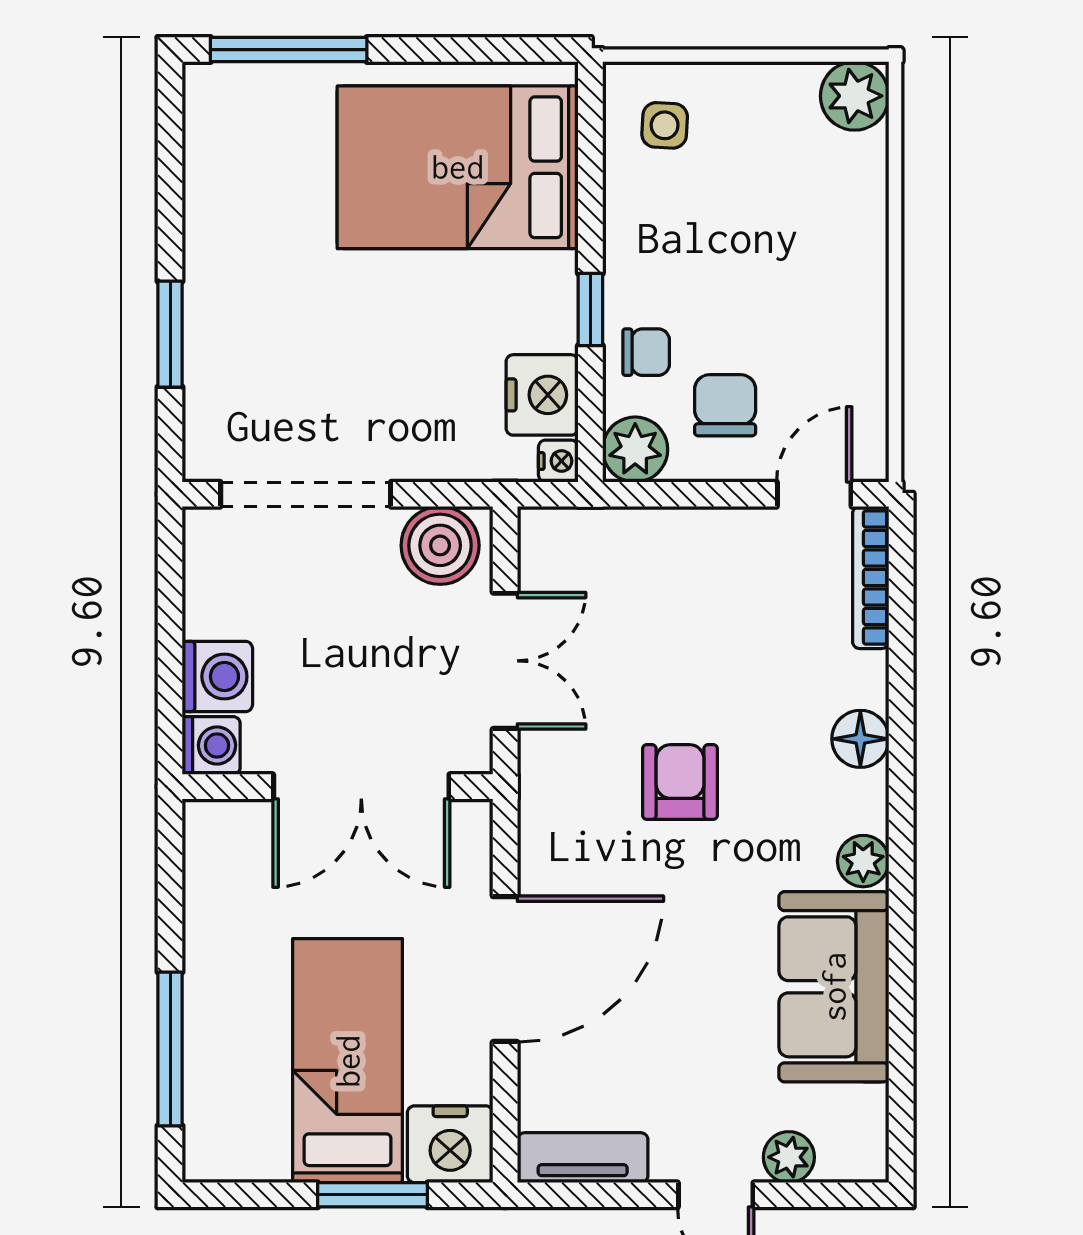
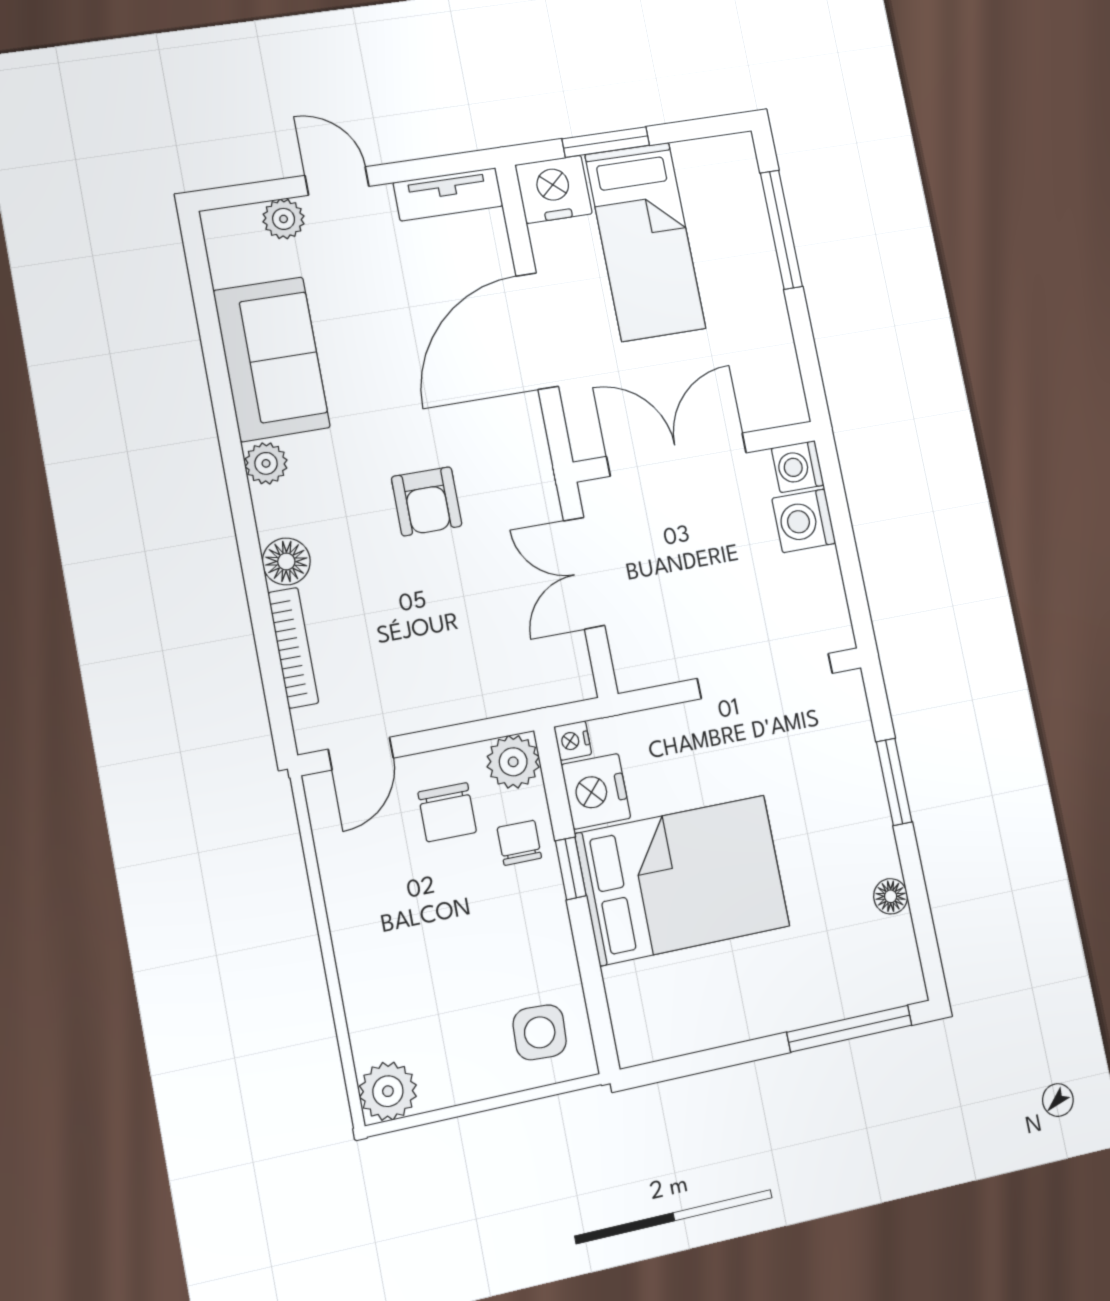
side table: (665, 125) -> (540, 1032), width x1.37, depth x1.37
bed: (458, 167) -> (683, 880), moved
floor lamp: (204, 197) -> (891, 896), added
chair: (646, 352) -> (519, 843), turned 90
boiler: (440, 545) -> (653, 655), removed
bookcase: (871, 577) -> (293, 648), moved

